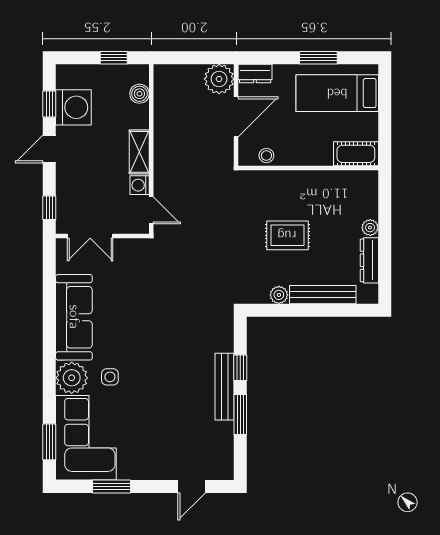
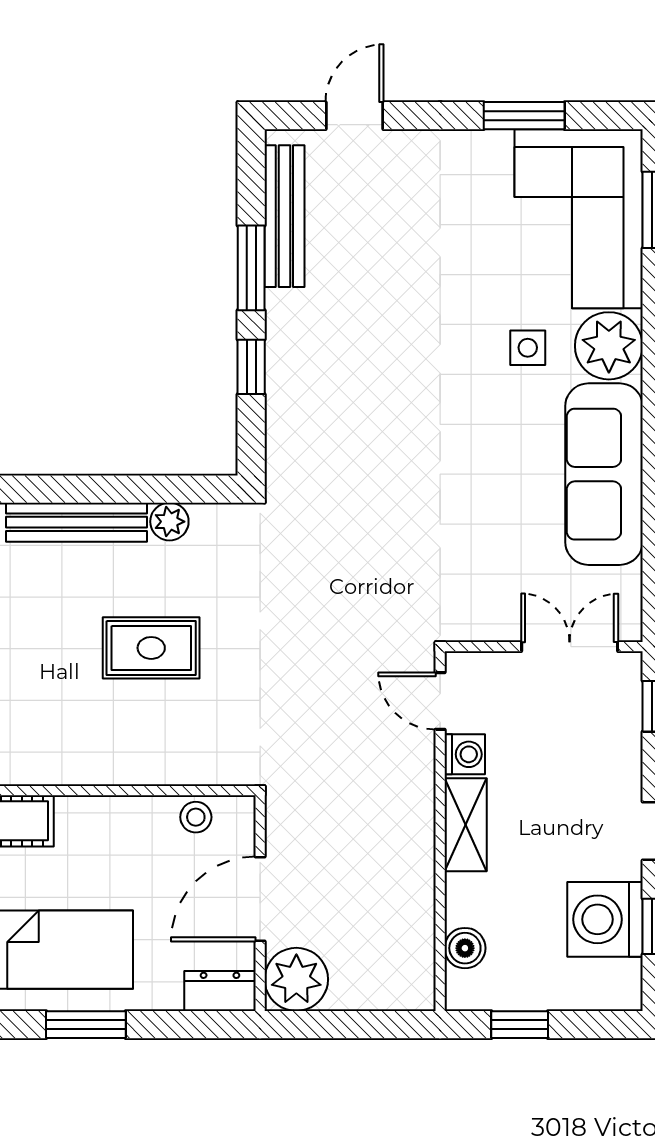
bench: (225, 387) -> (284, 216), moved

